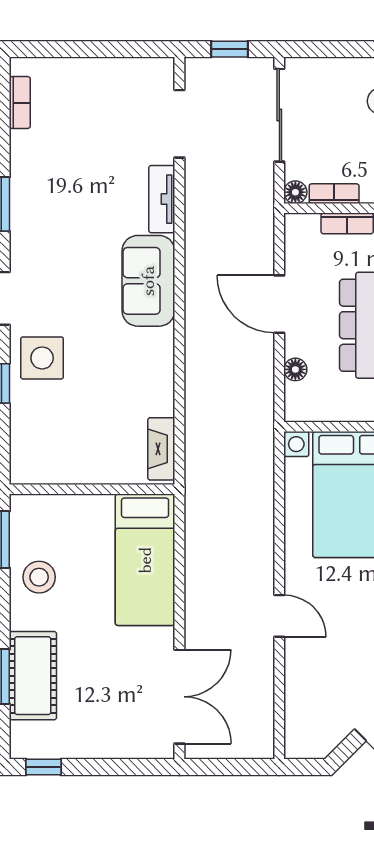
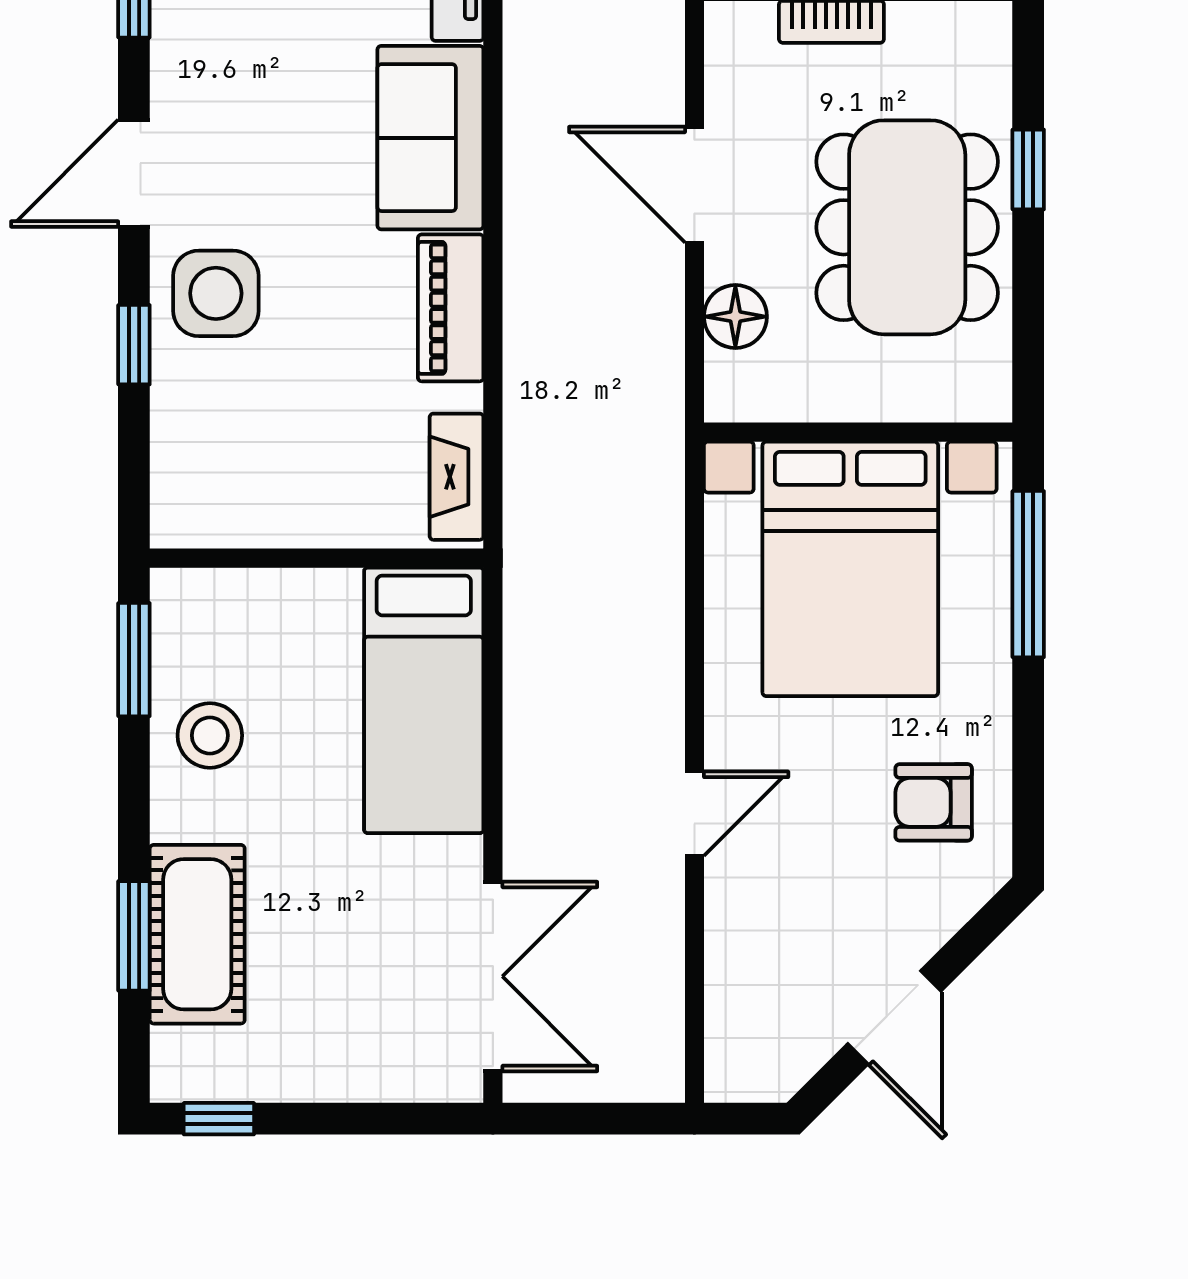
piano: (158, 365) -> (451, 308), added
floor lamp: (295, 369) -> (735, 317), width x1.37, depth x1.37
door: (279, 616) -> (694, 814), hinge flipped

